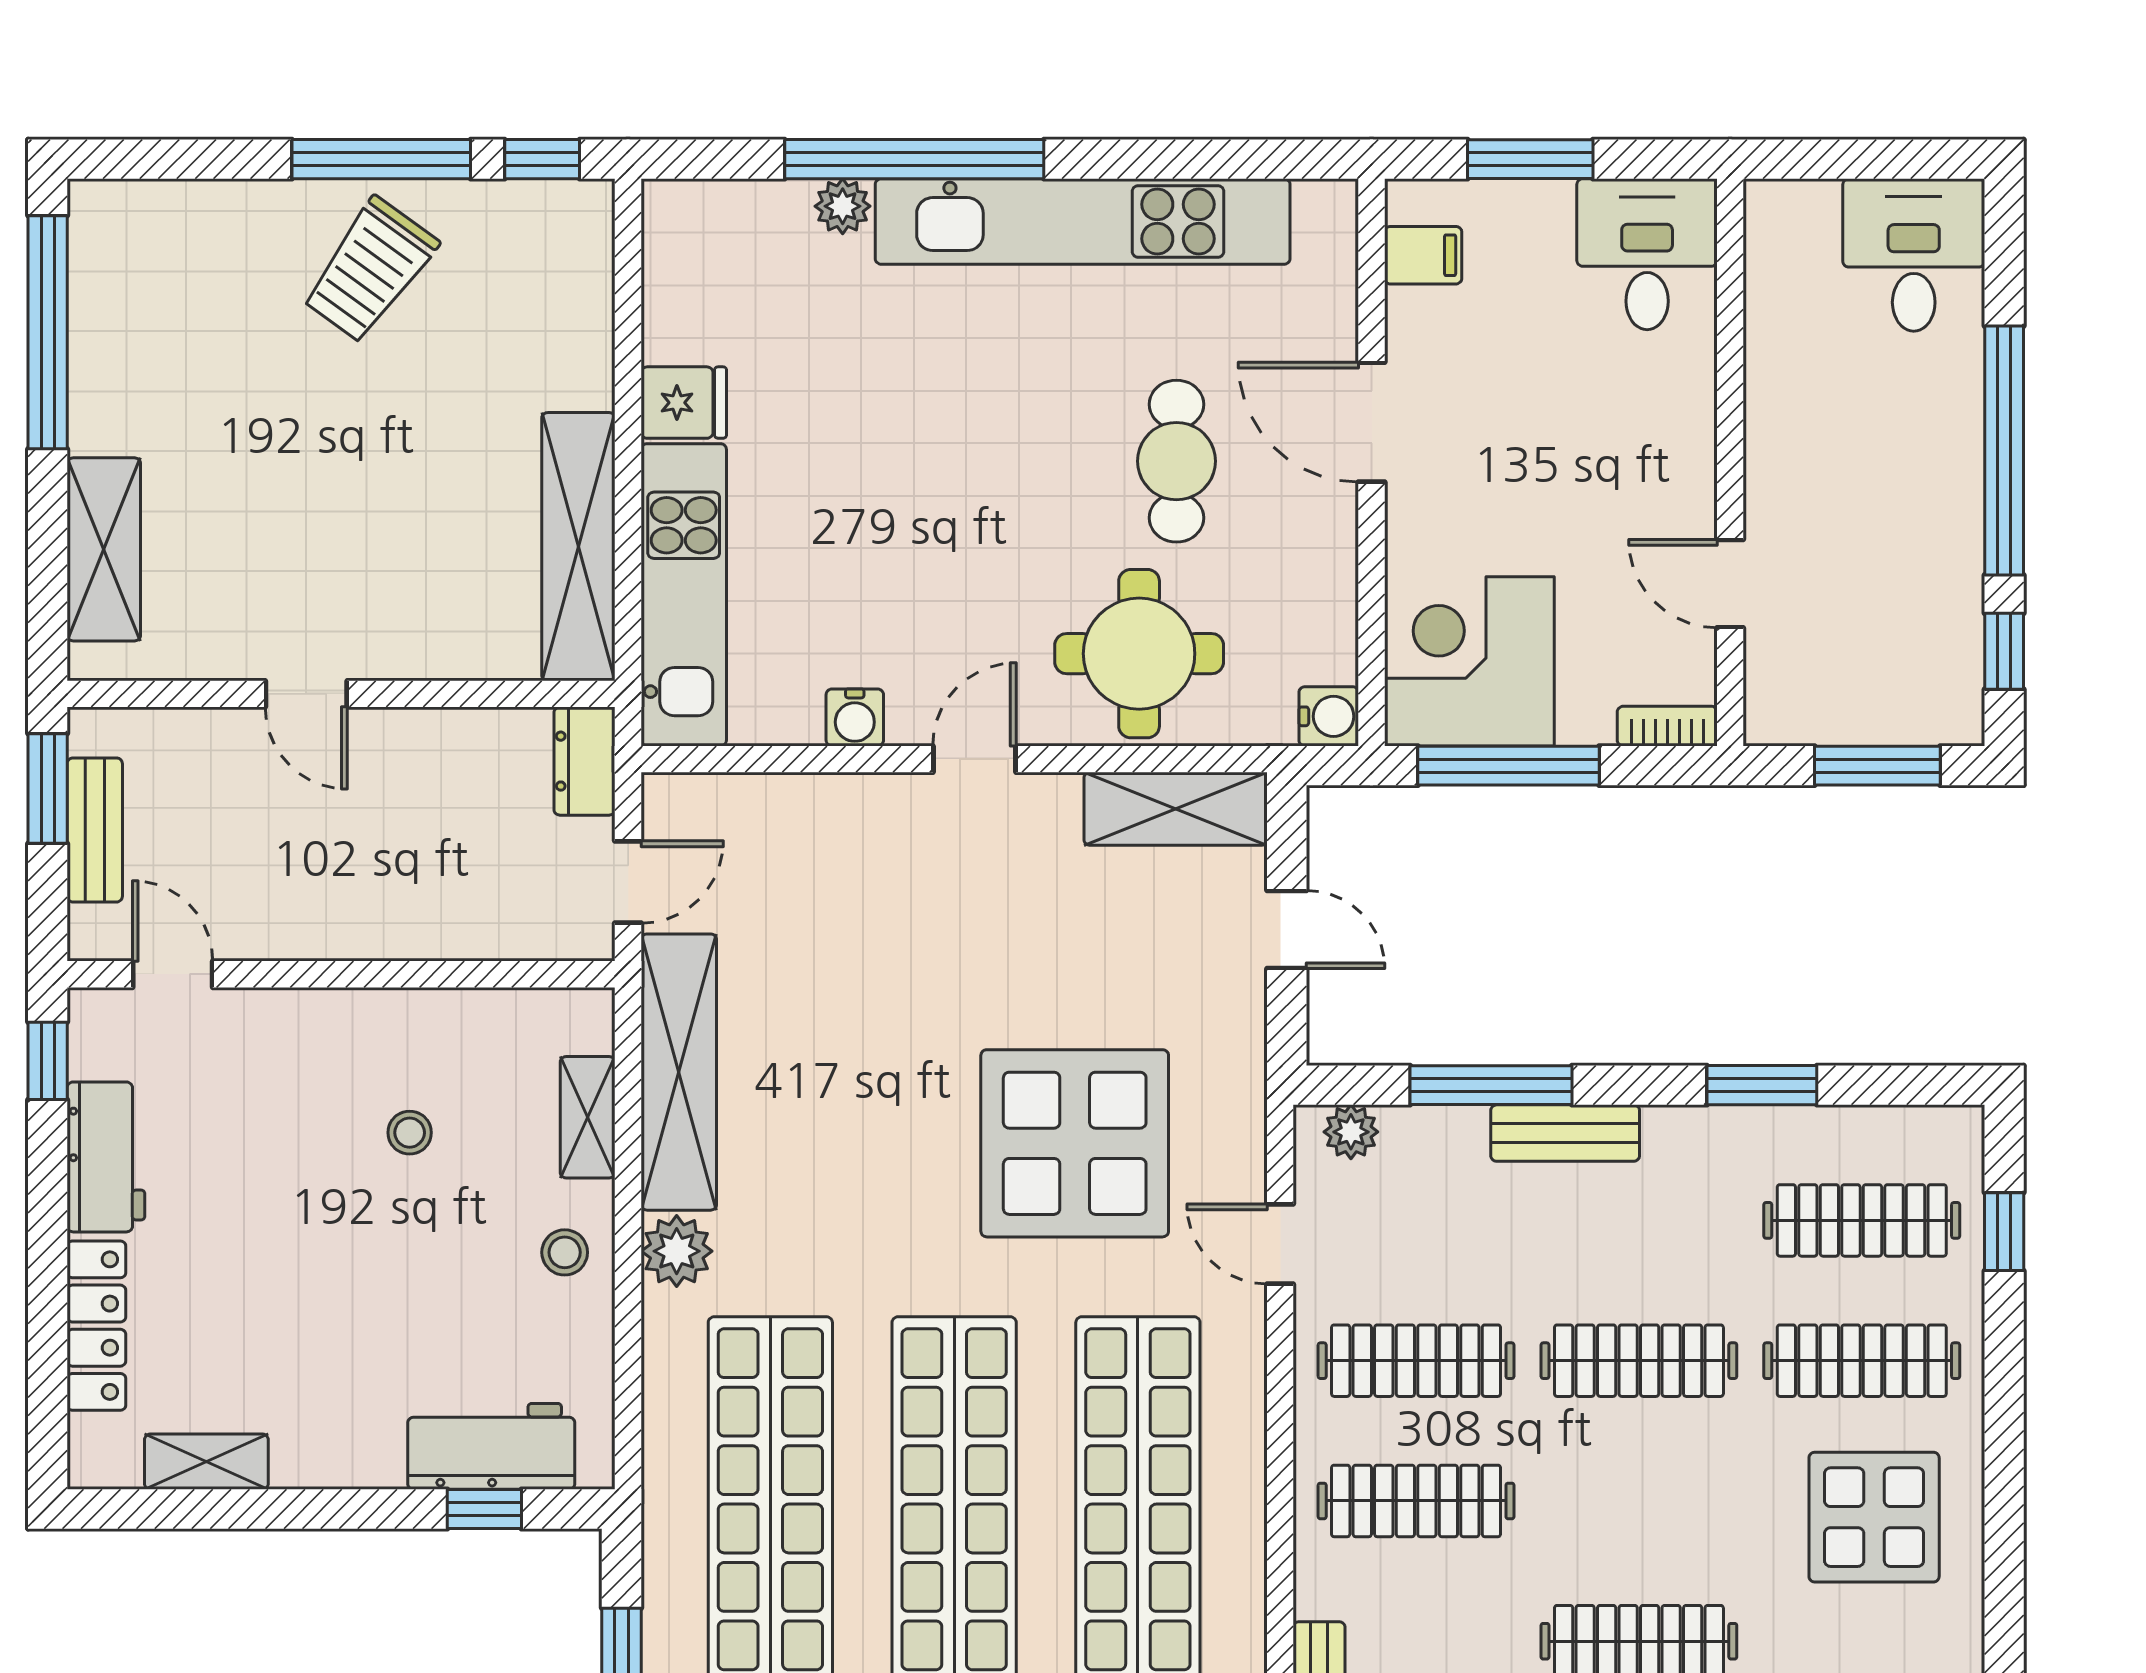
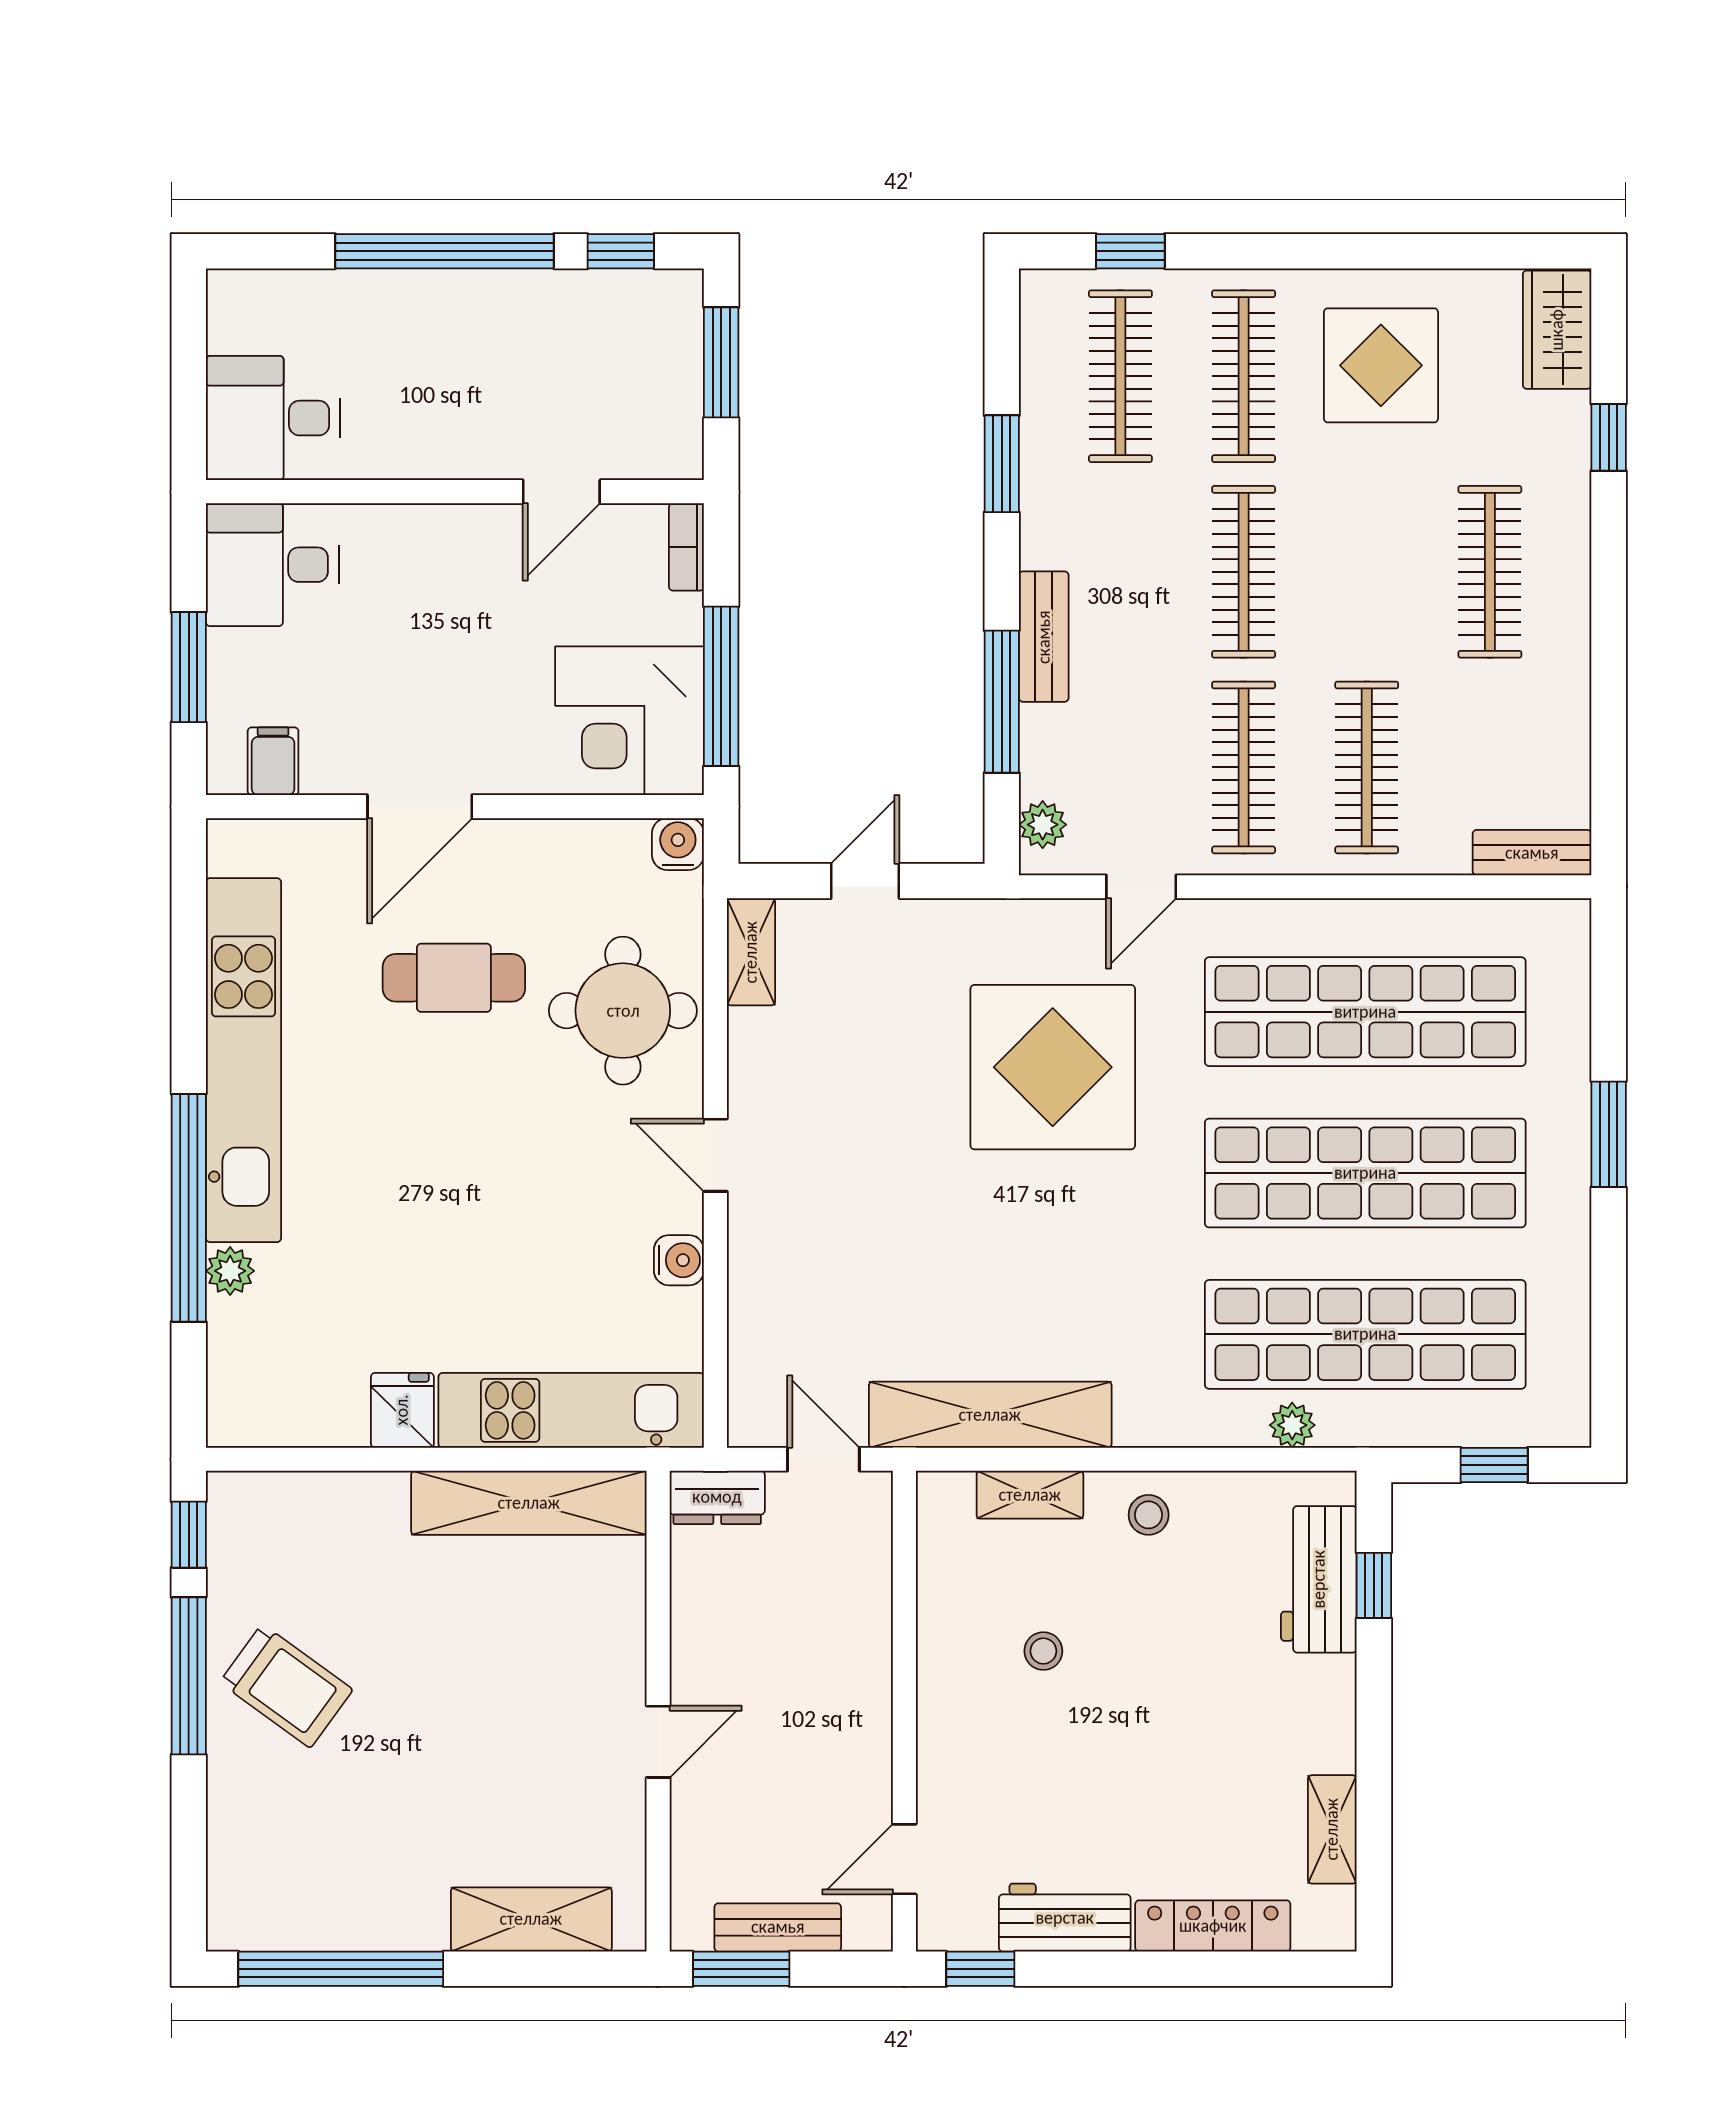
desk: (1914, 255) -> (273, 418), moved
shelving: (1176, 809) -> (751, 952), width x0.67, depth x0.75
plant: (677, 1251) -> (1292, 1425), moved, width x0.73, depth x0.73

